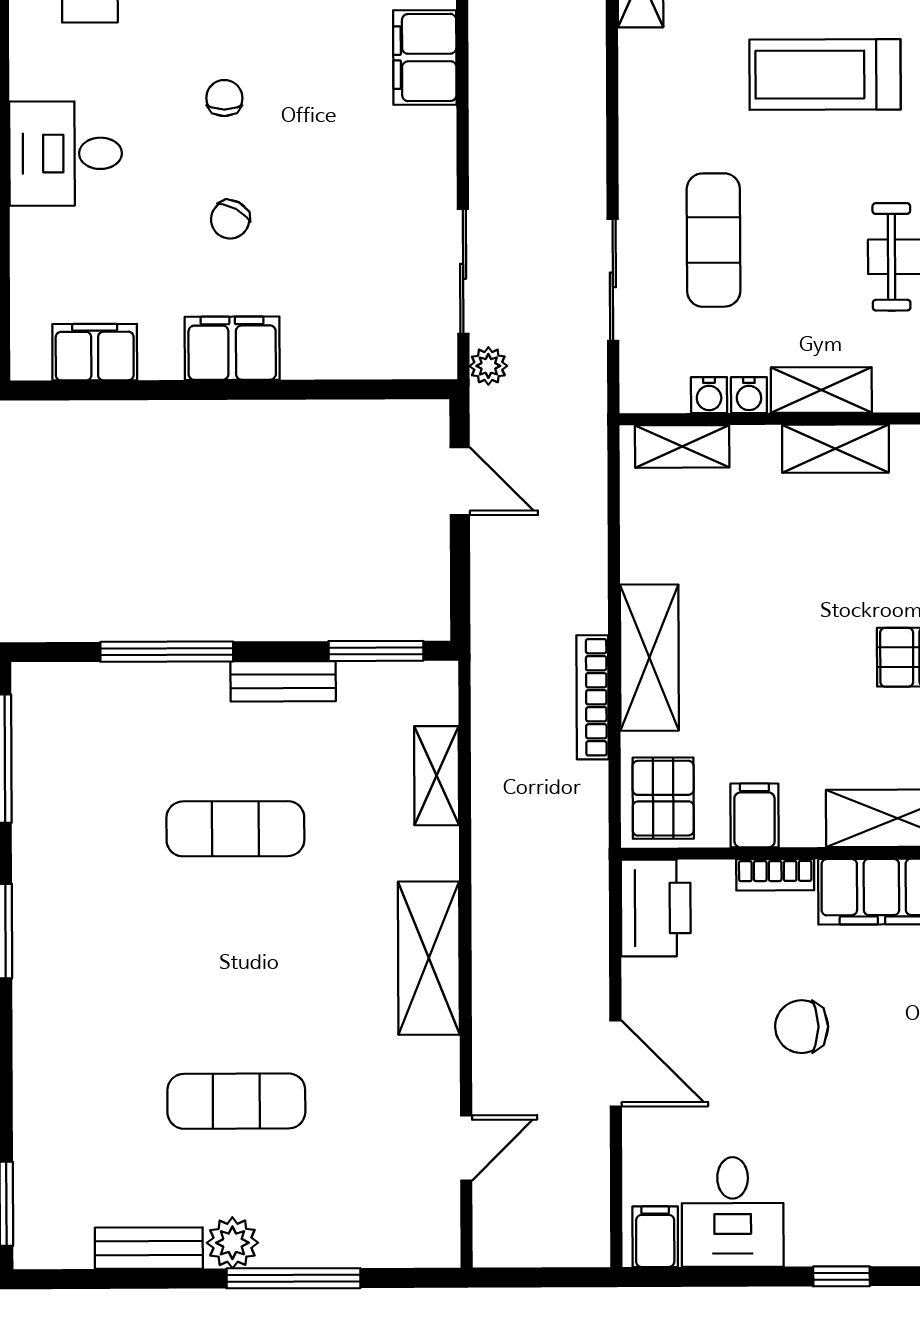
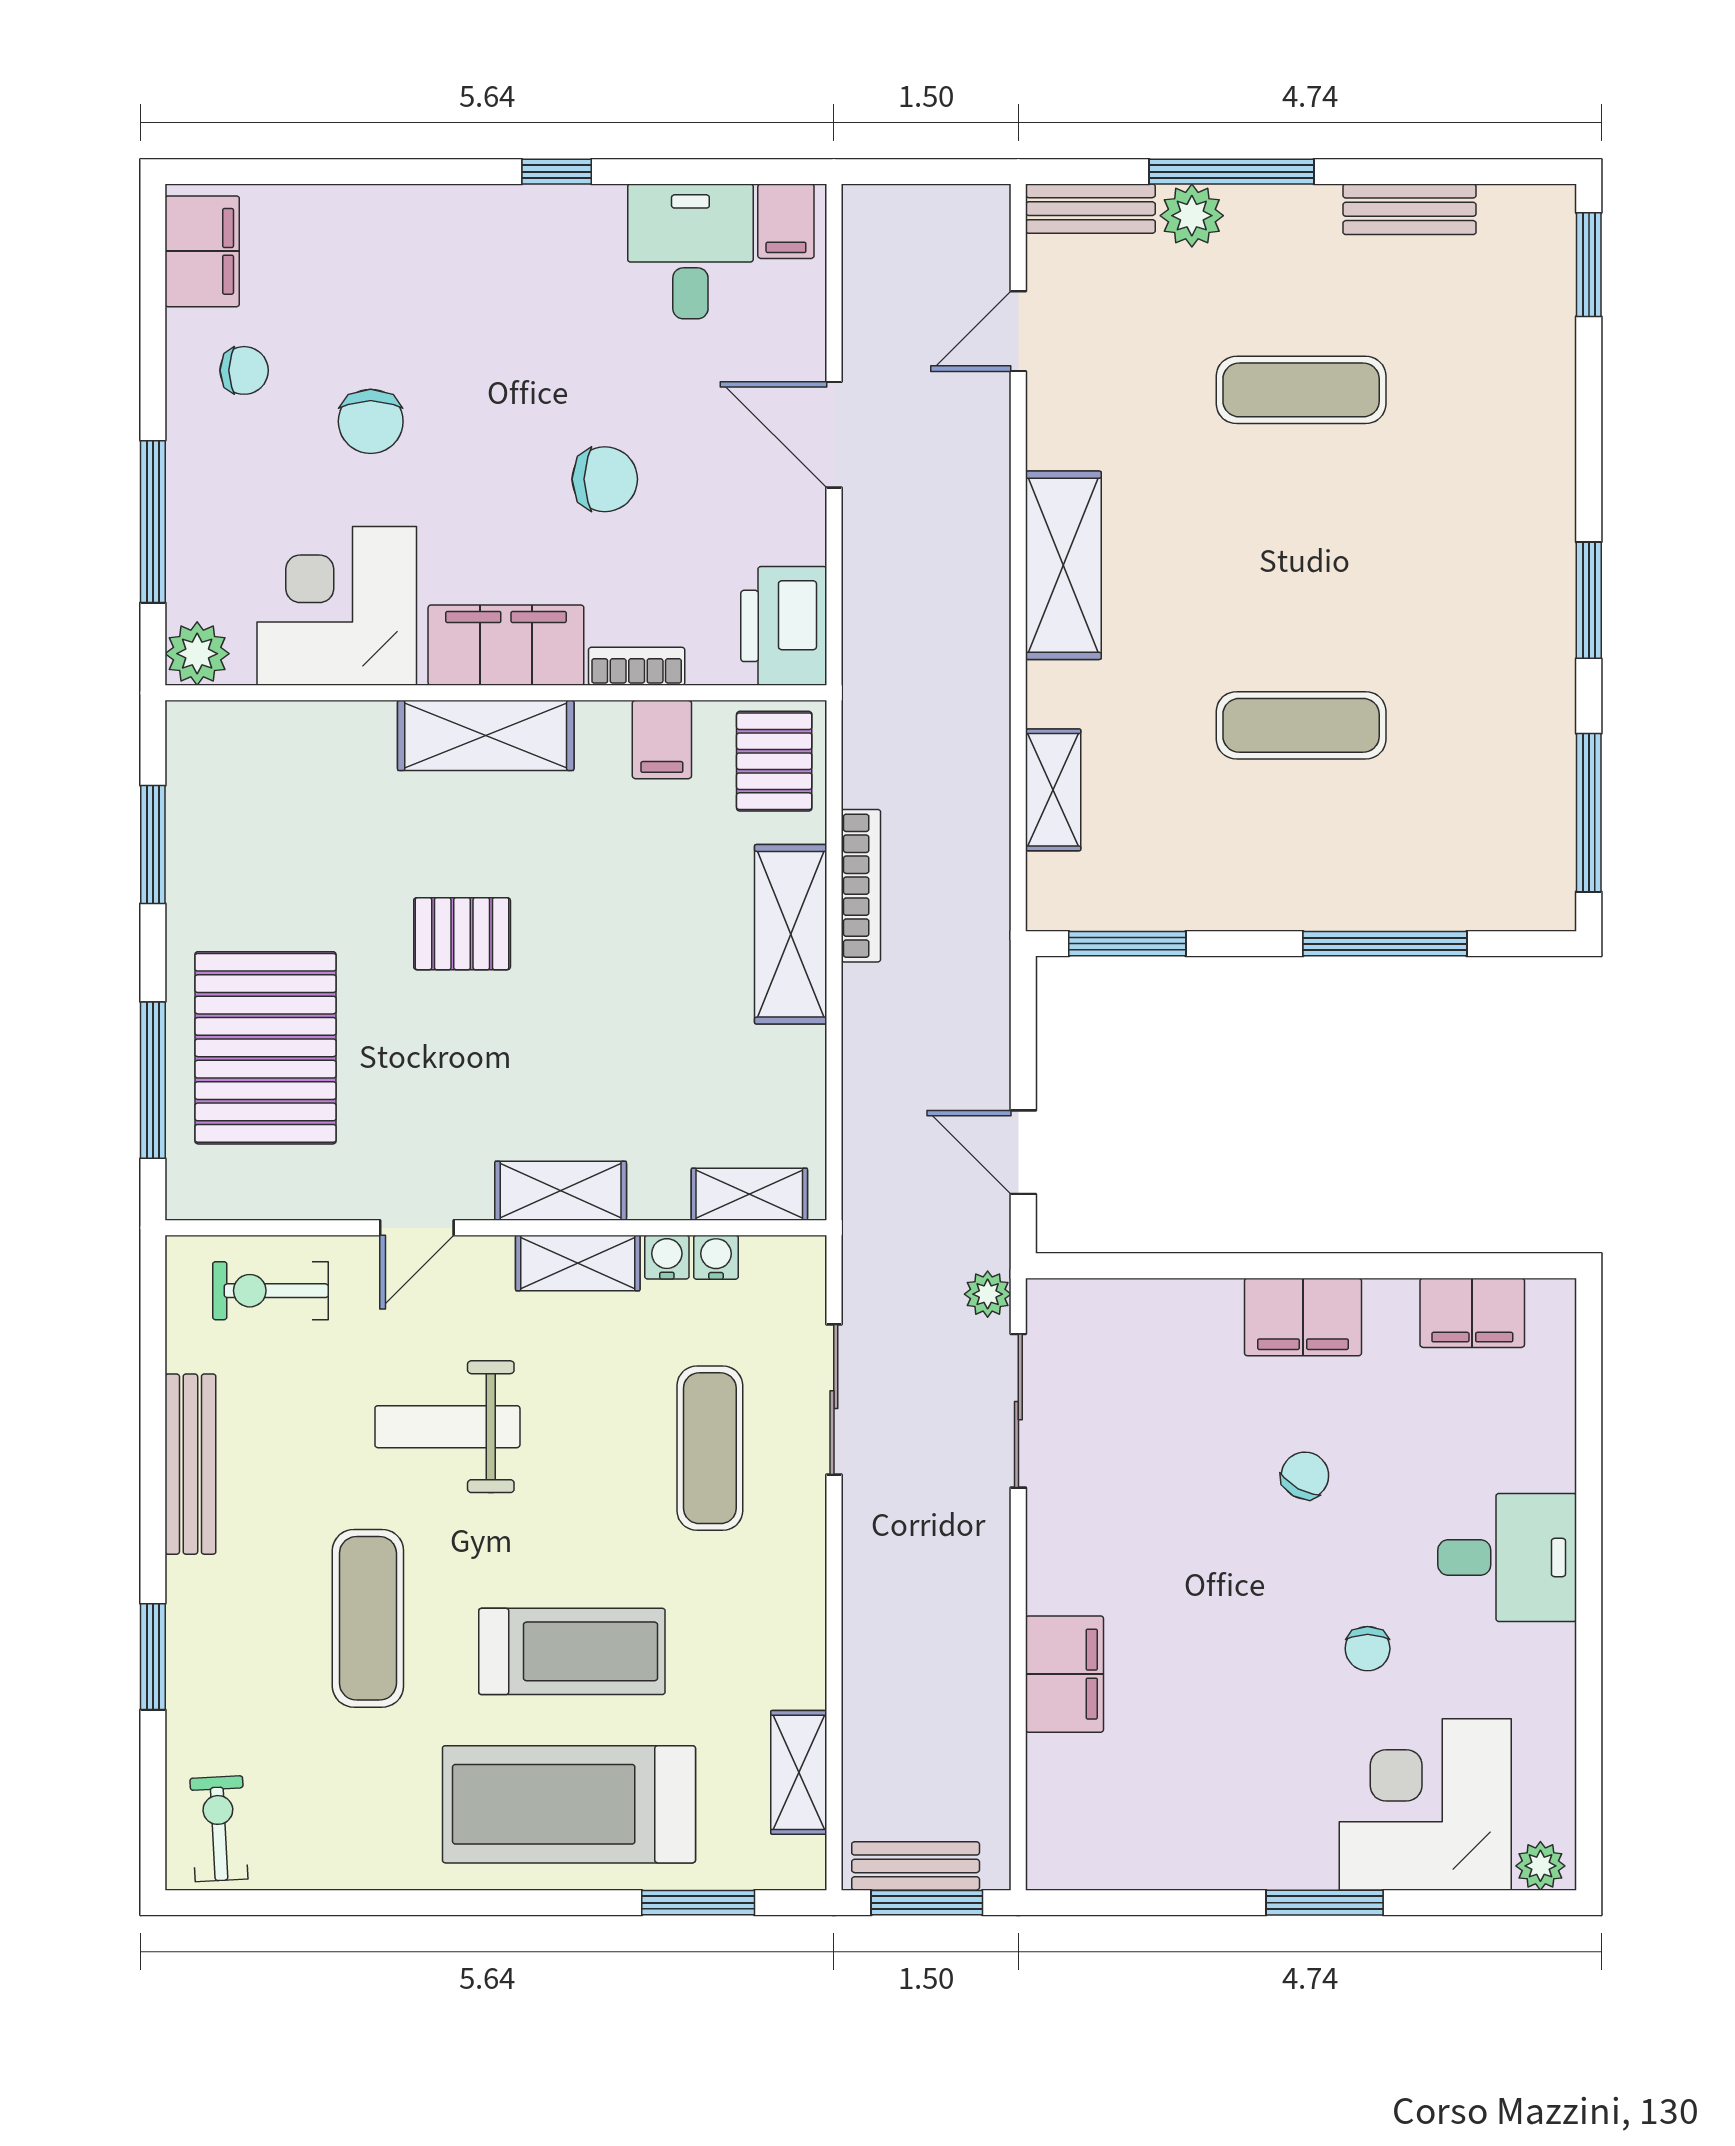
chair: (224, 98) -> (1368, 1649), moved
bench: (283, 681) -> (1090, 209), moved
plant: (232, 1243) -> (1192, 216), moved

